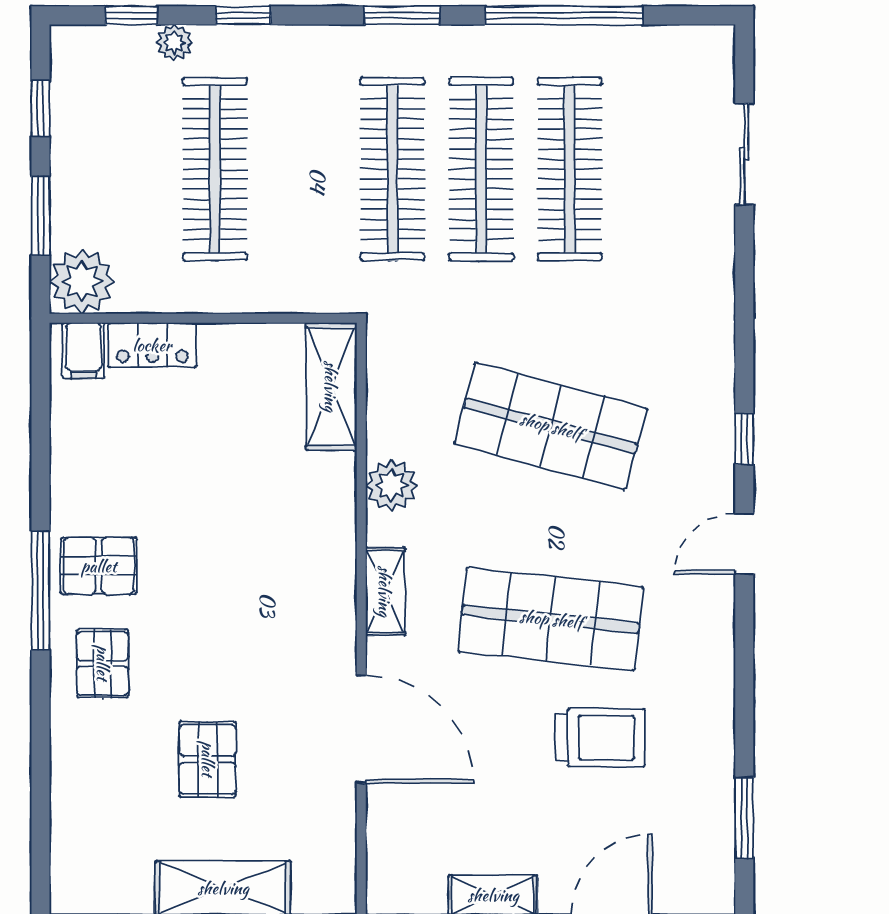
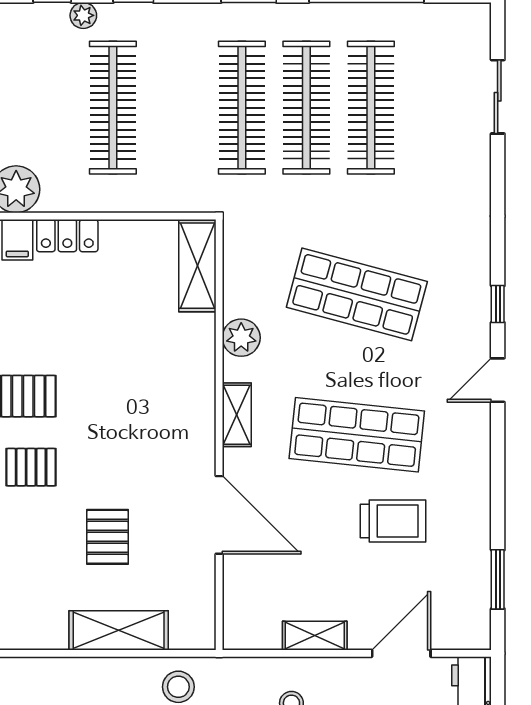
pallet: (103, 663) -> (31, 467), turned 90

